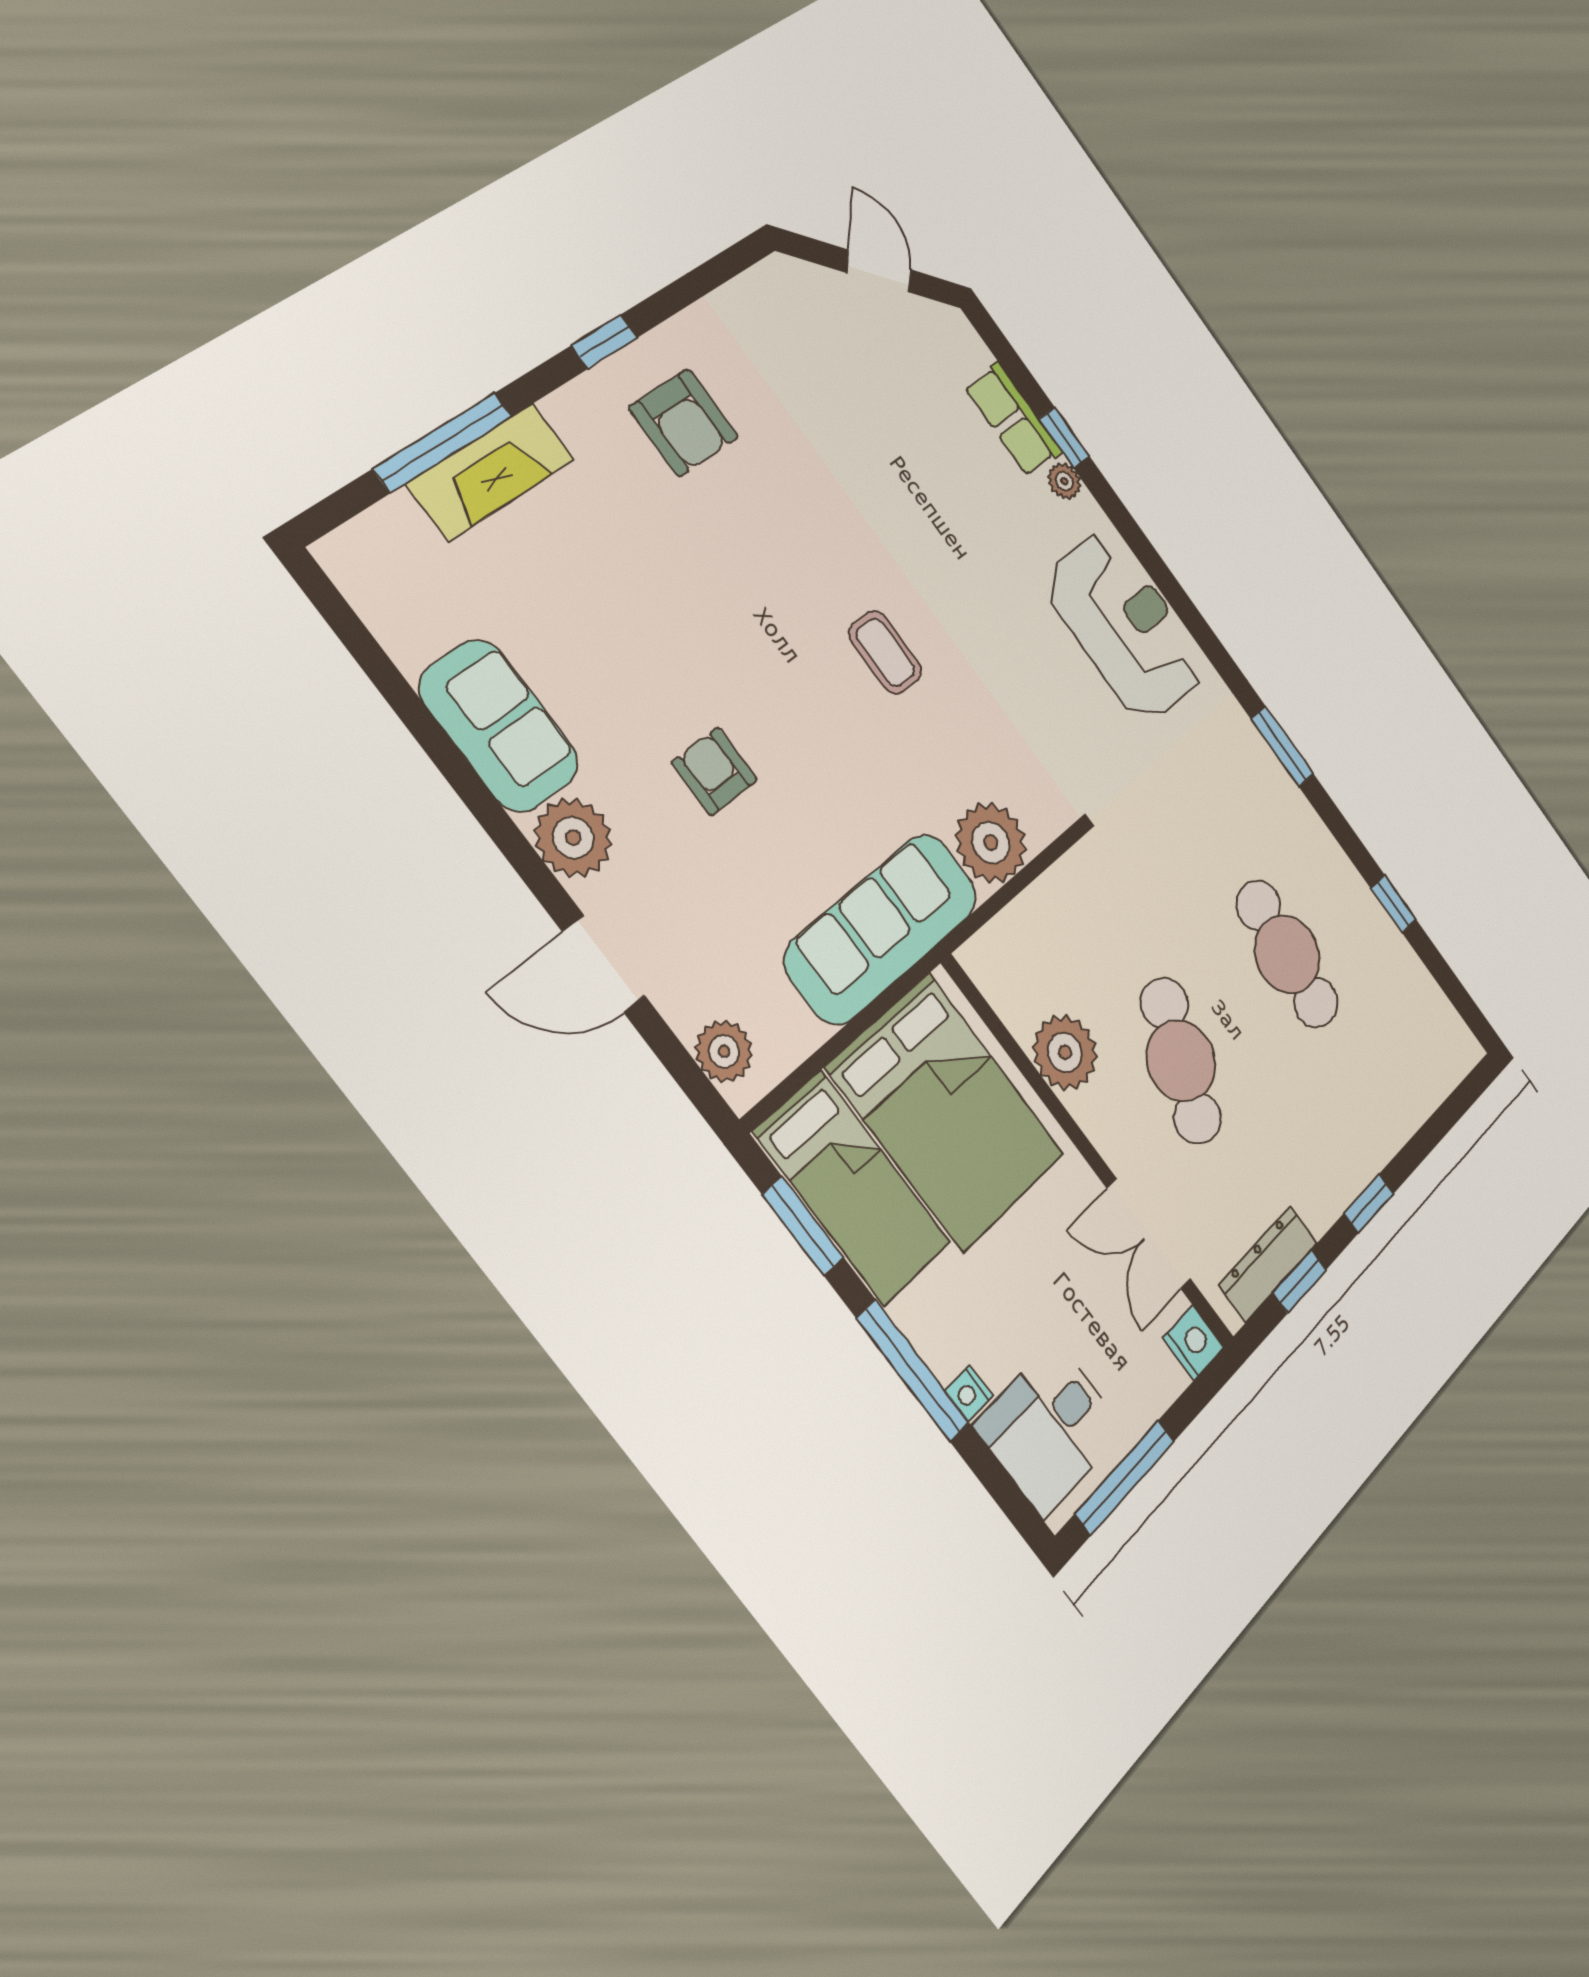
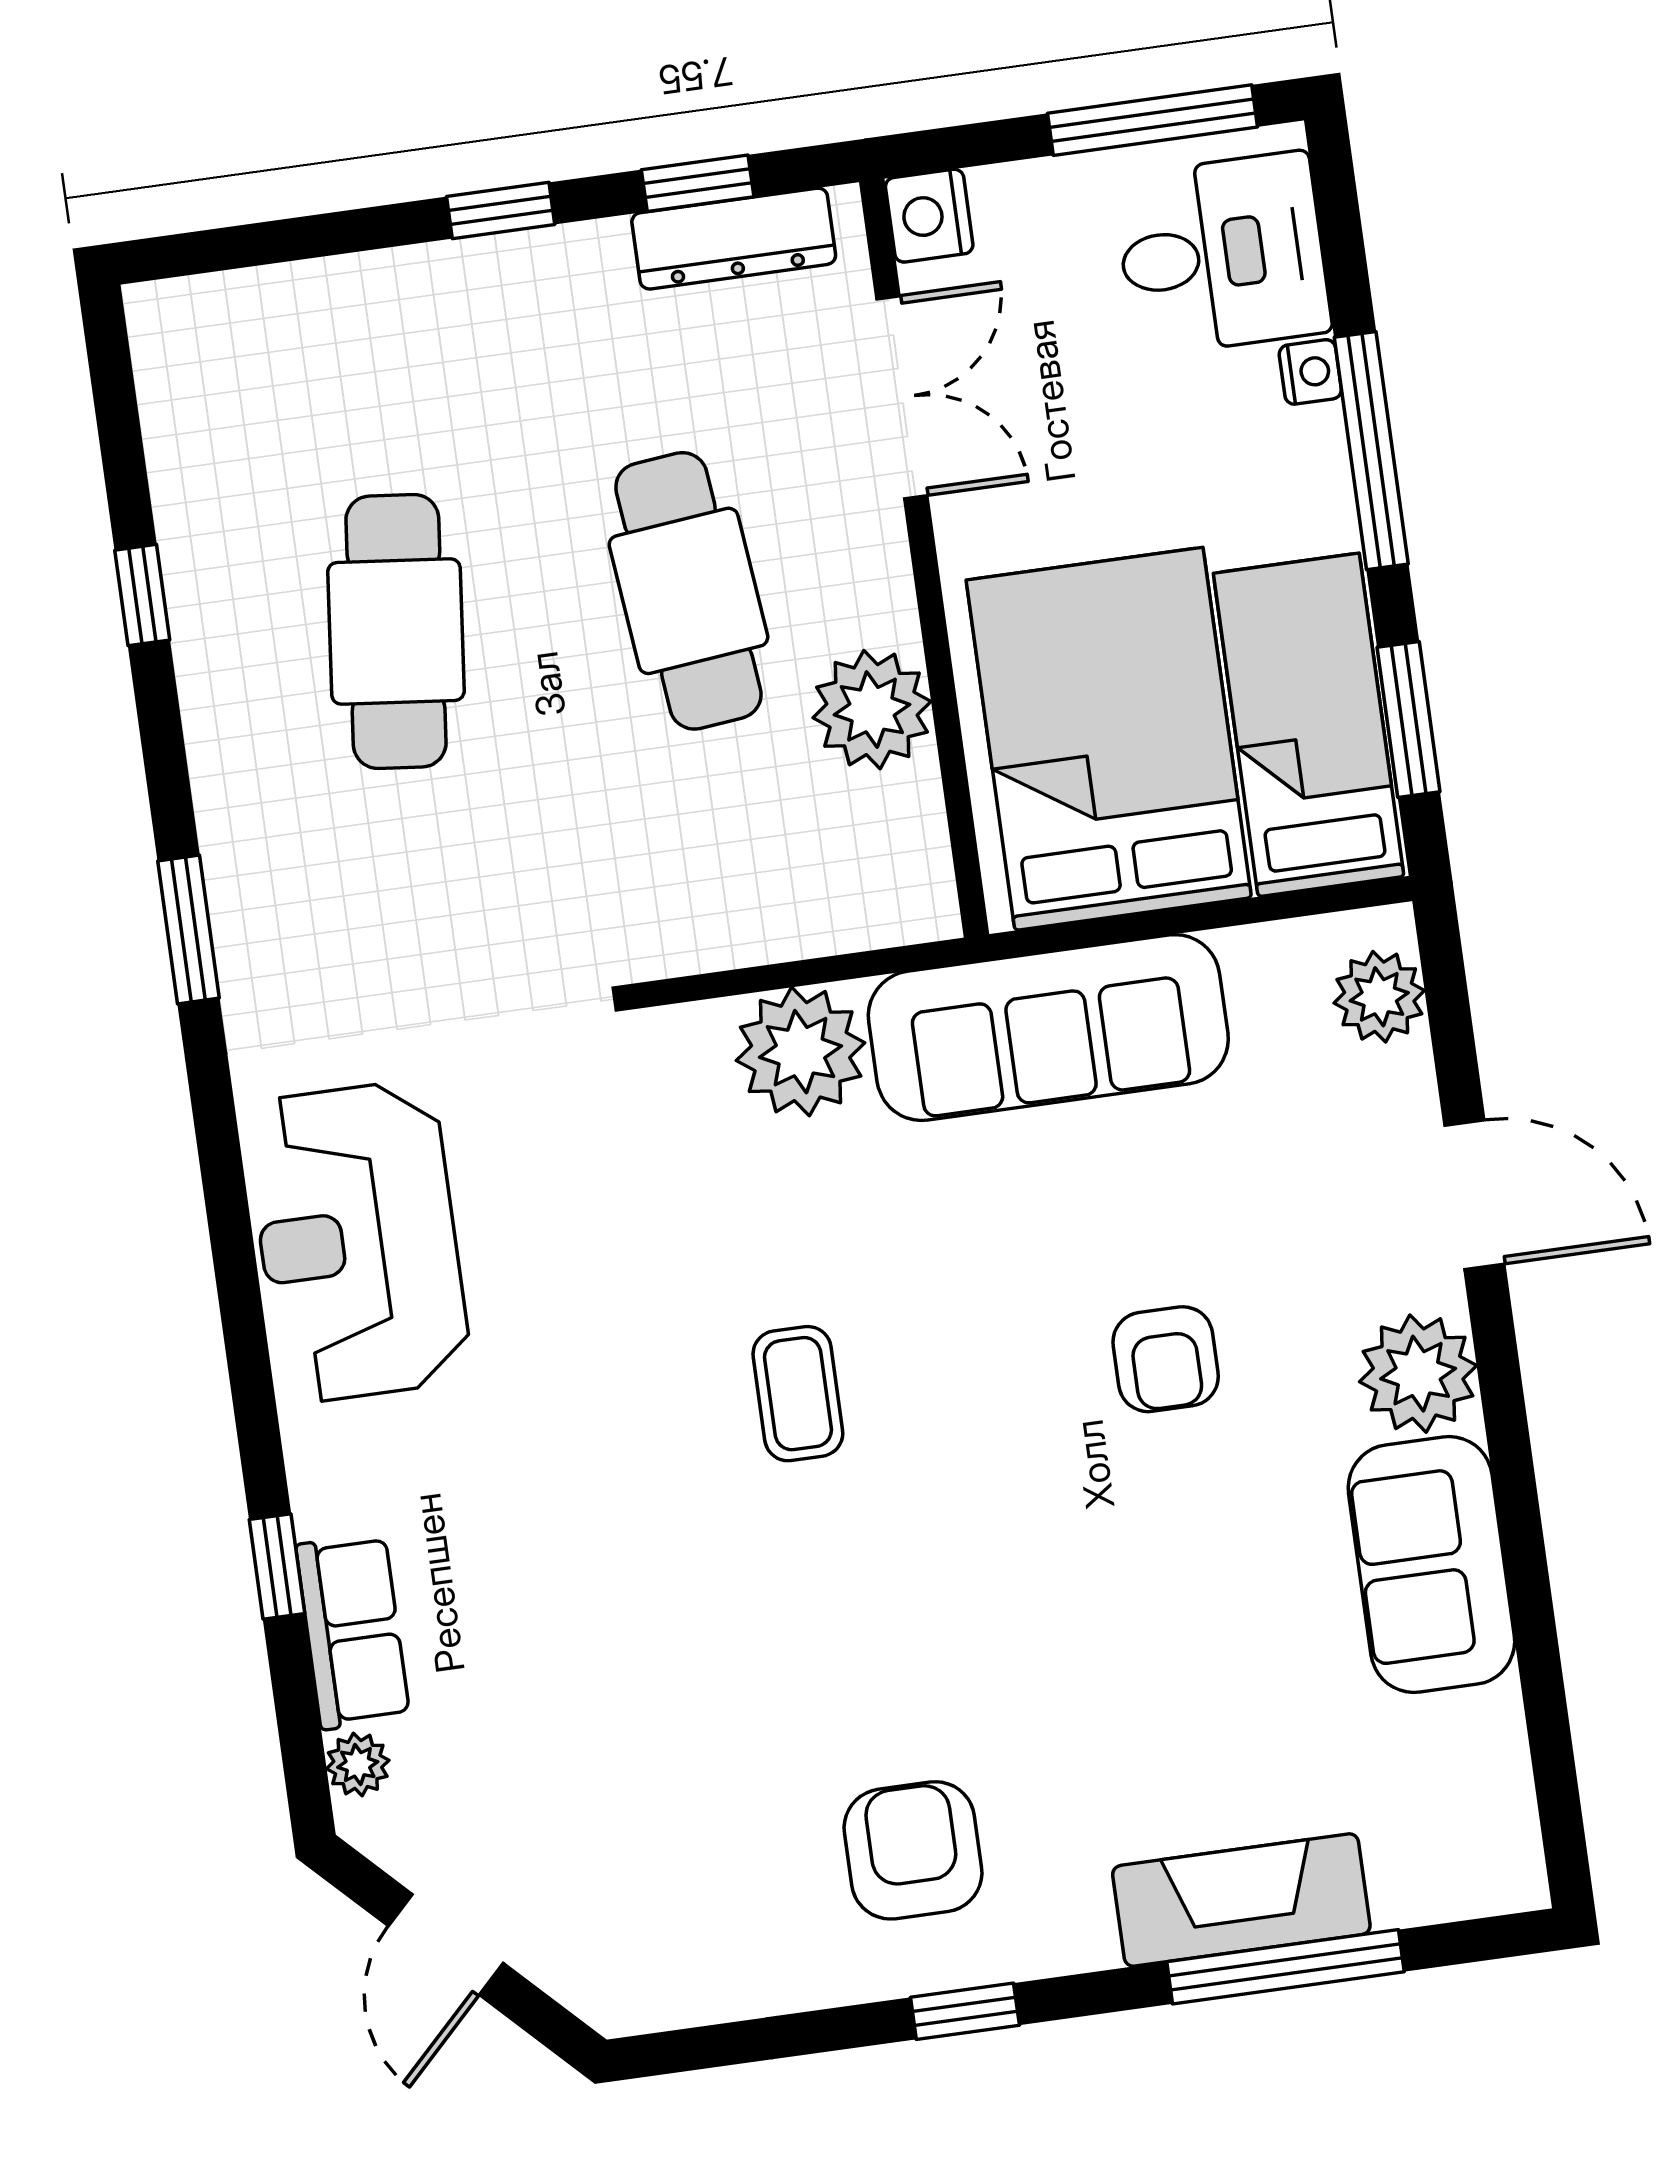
plant: (1064, 481) -> (358, 1764), moved
cafe table: (1181, 1061) -> (688, 591), turned -30

